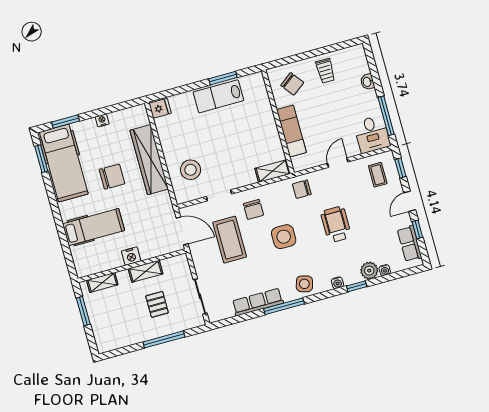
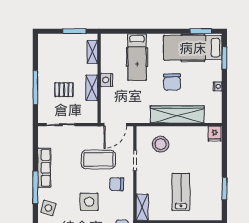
lab bench: (218, 96) -> (181, 192), moved

